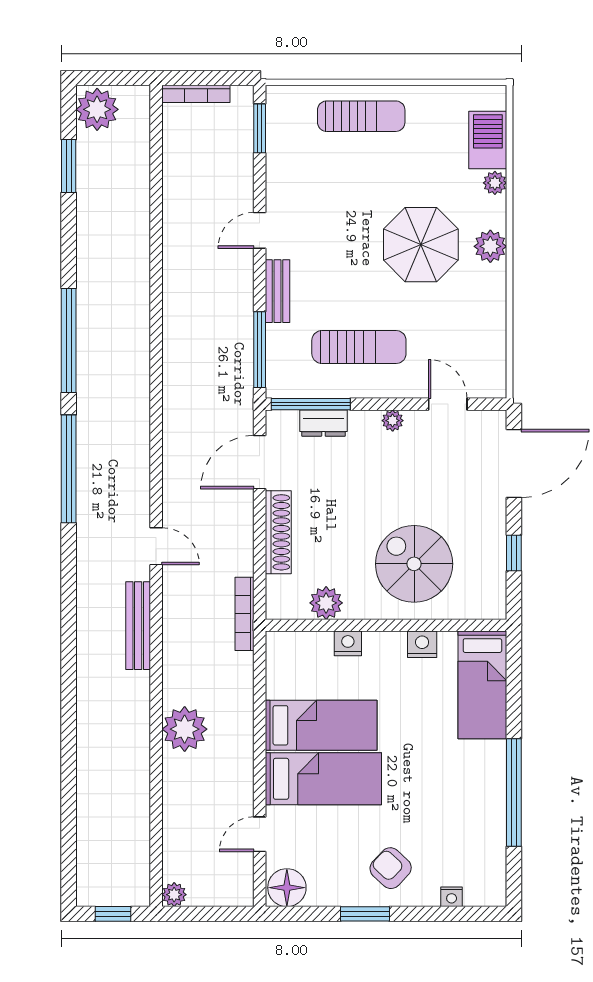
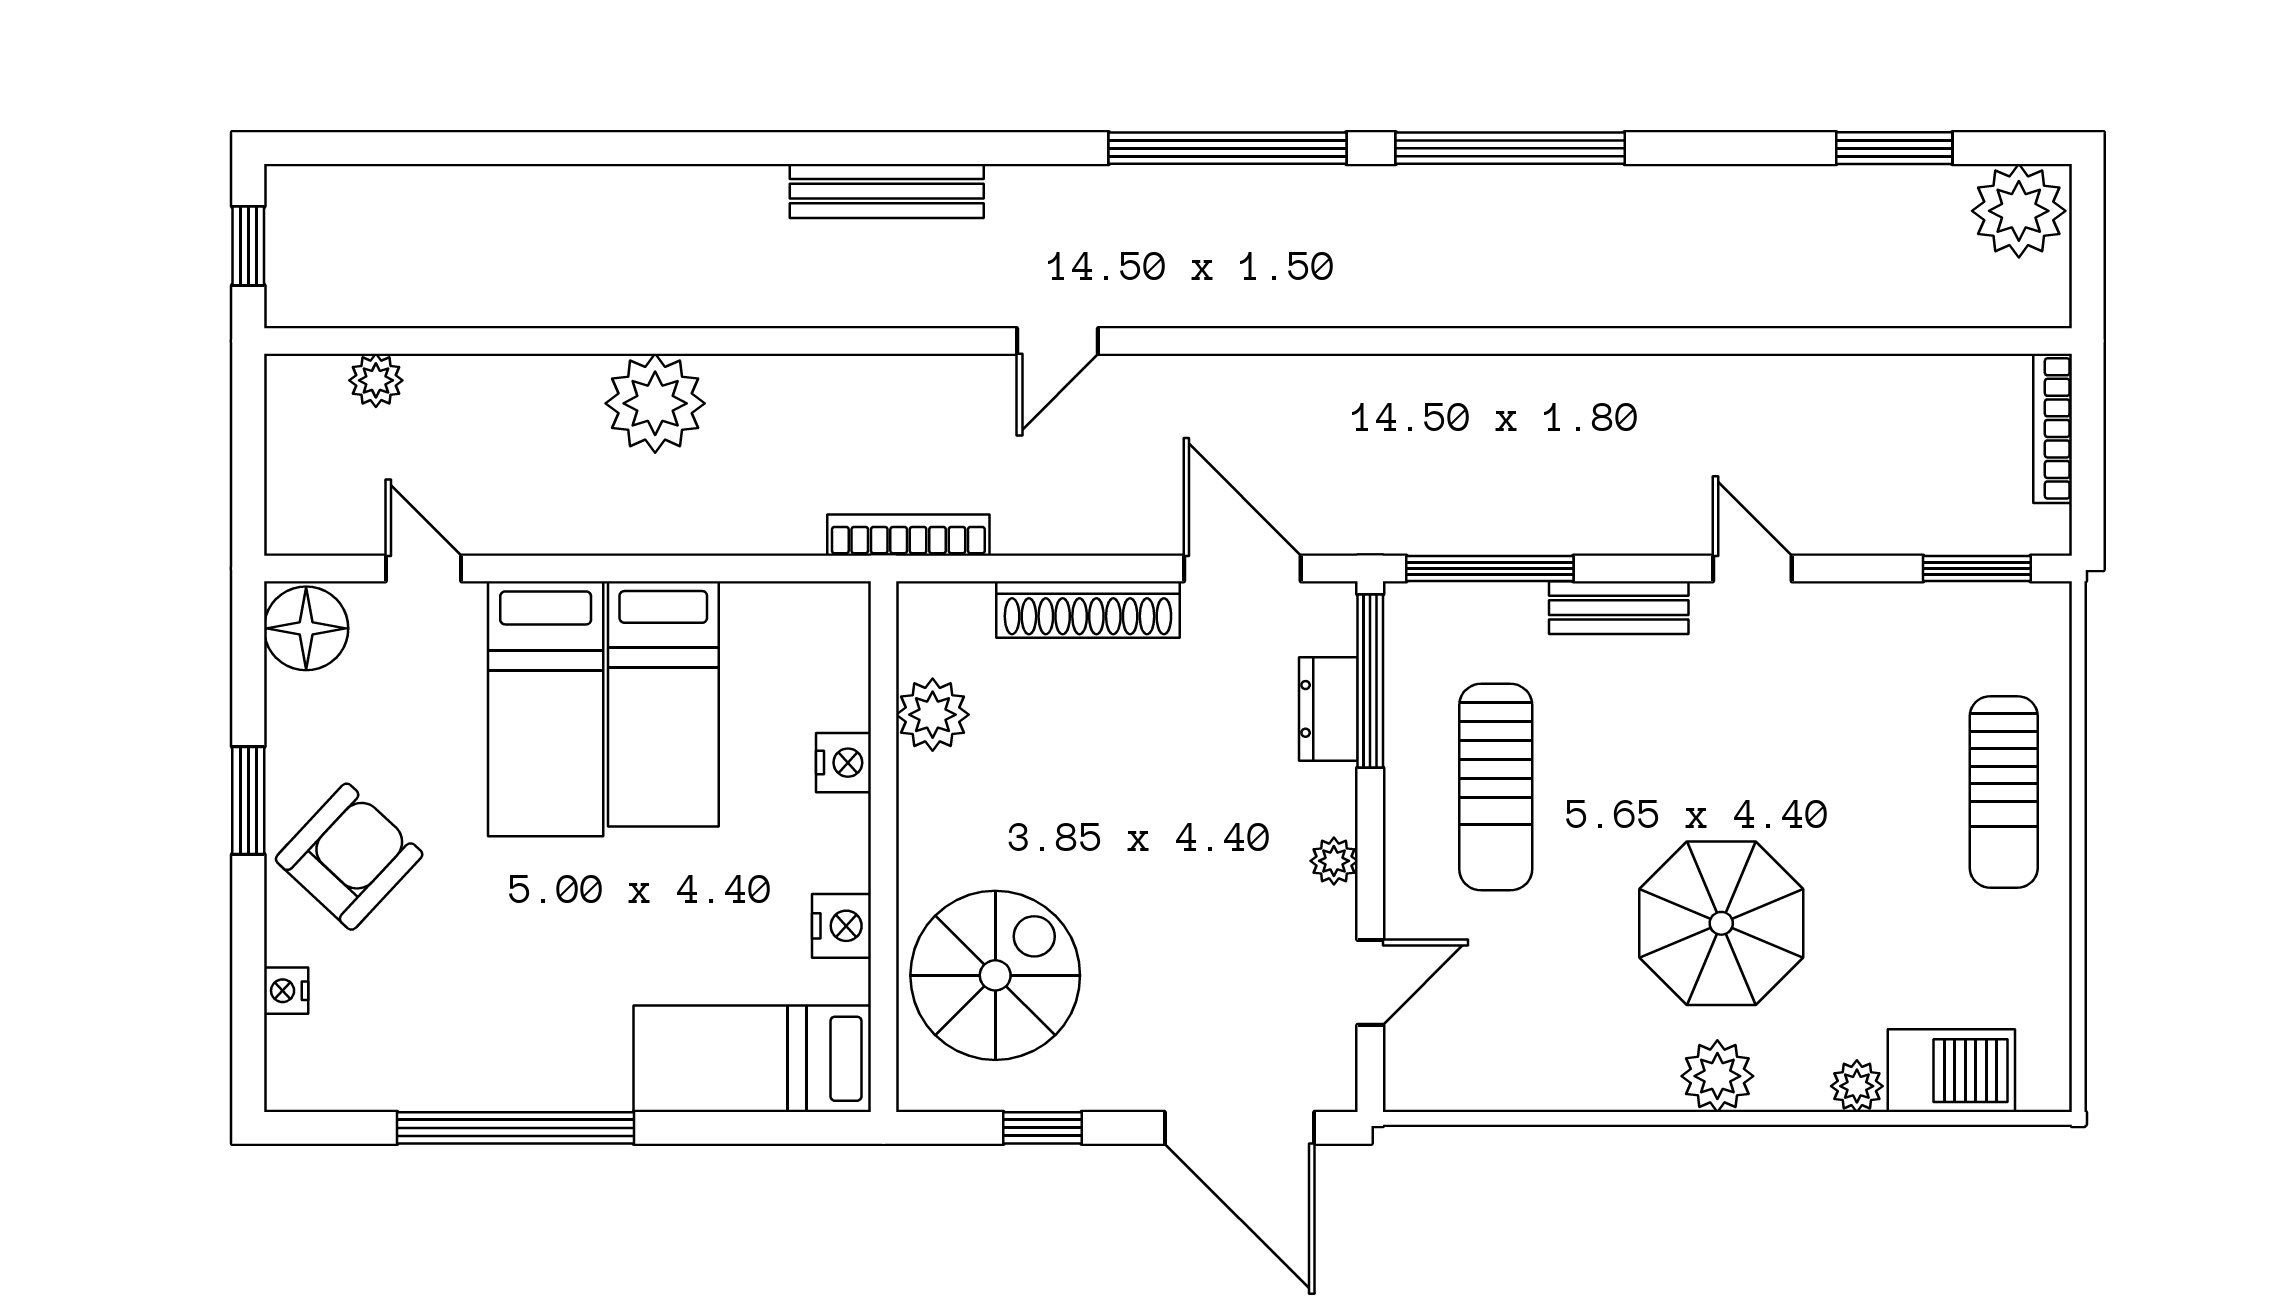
spiral stairs: (414, 564) -> (995, 975), moved
bench: (138, 626) -> (887, 191), moved
armchair: (391, 868) -> (349, 857), width x1.38, depth x1.38
plant: (174, 895) -> (376, 380), moved

